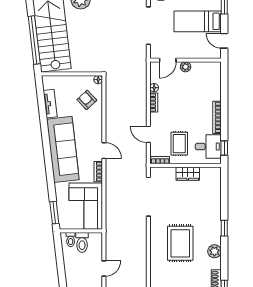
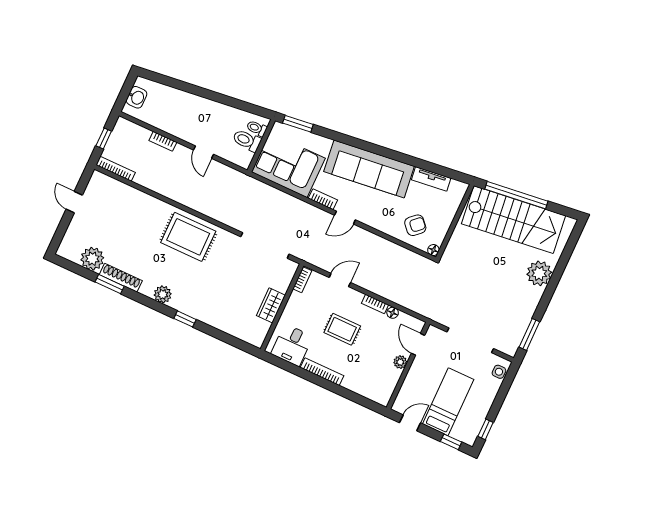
rug: (179, 144) -> (342, 329), moved
window: (224, 148) -> (281, 363), removed
rug: (180, 243) -> (188, 237), moved

